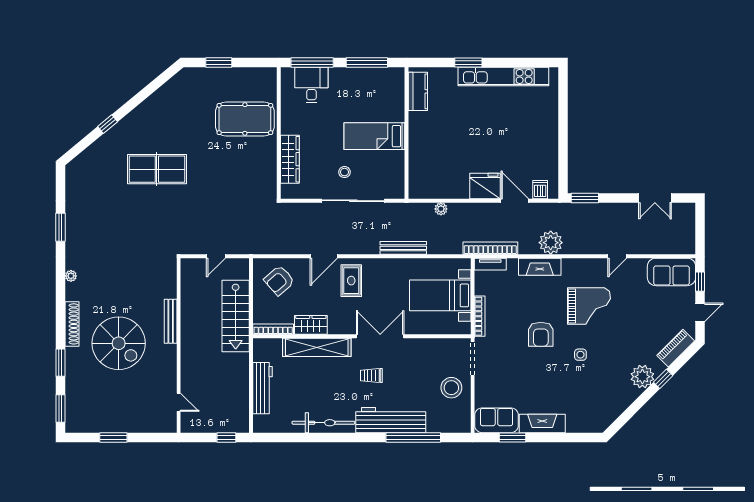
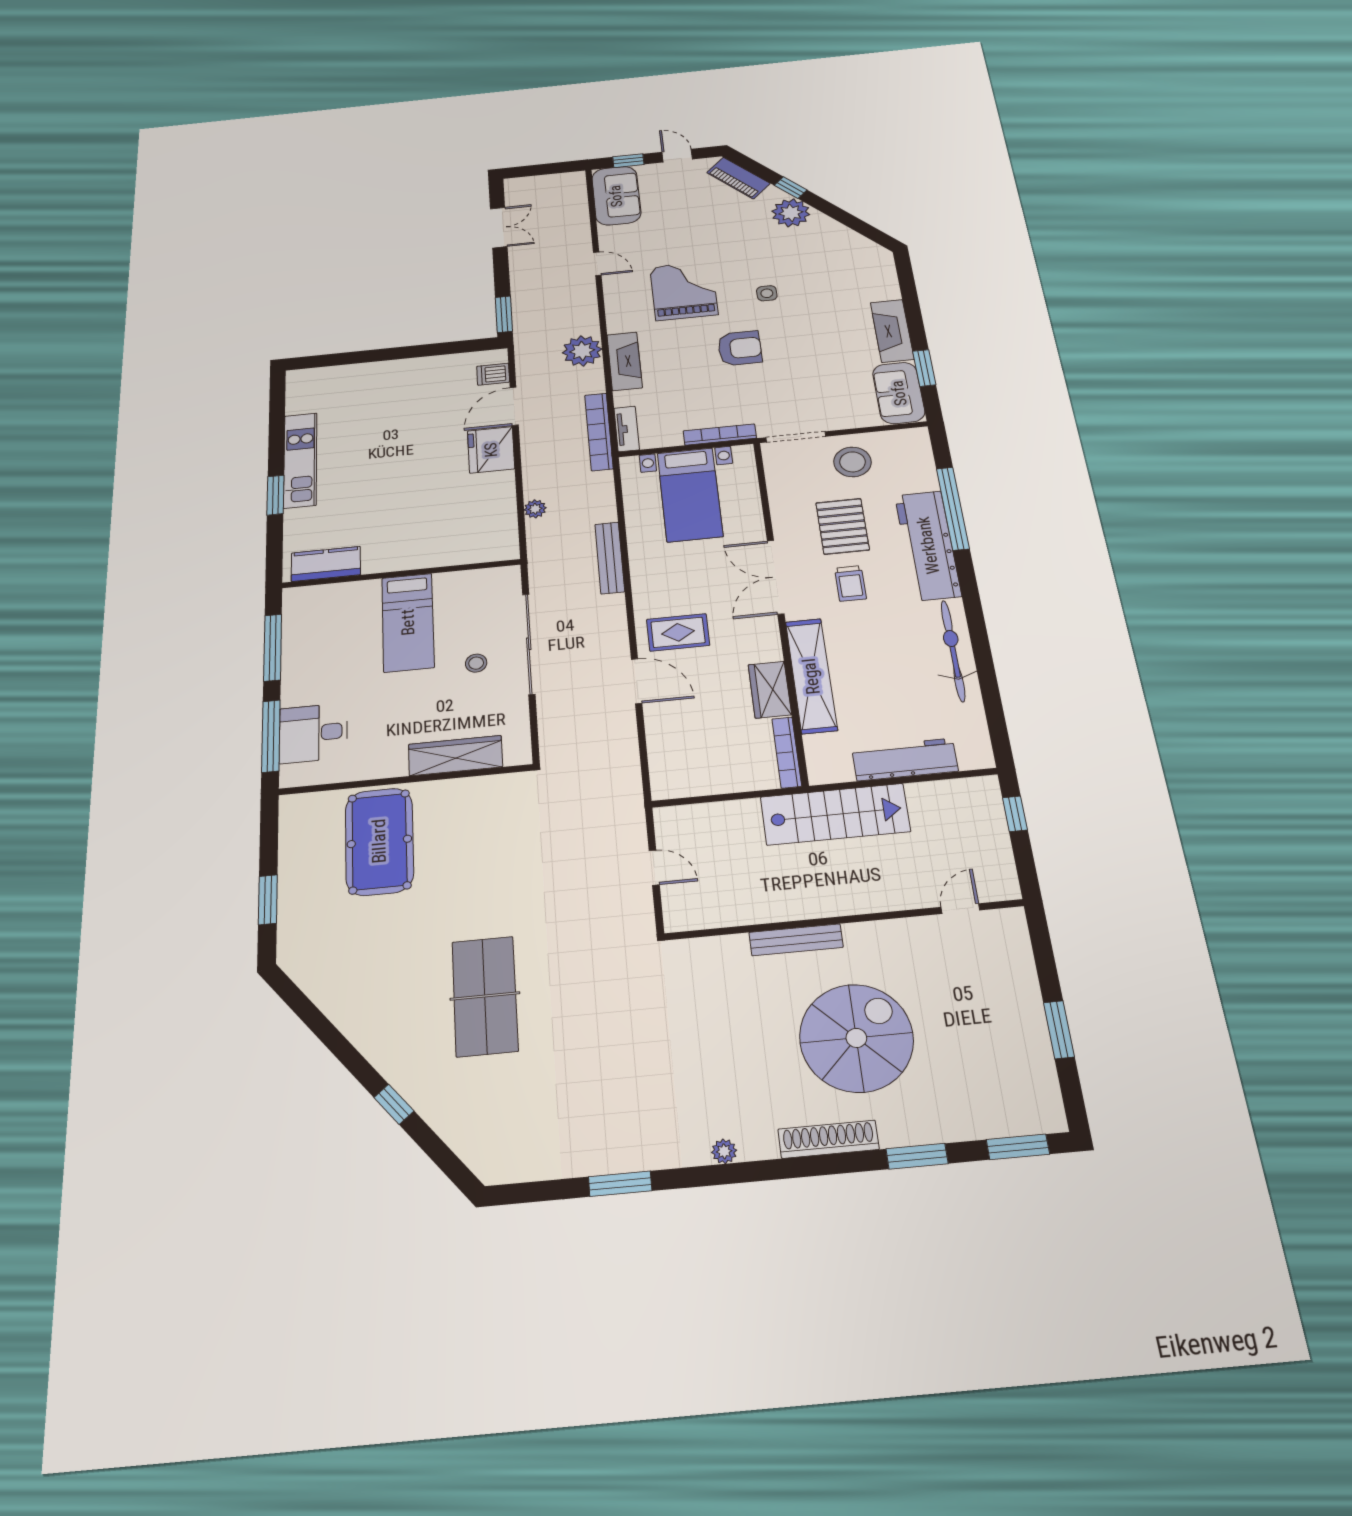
kitchen unit: (503, 76) -> (300, 460), width x0.73
armchair: (279, 280) -> (691, 751), removed
stairs: (236, 316) -> (835, 814), moved
pallet: (409, 376) -> (842, 526), added

